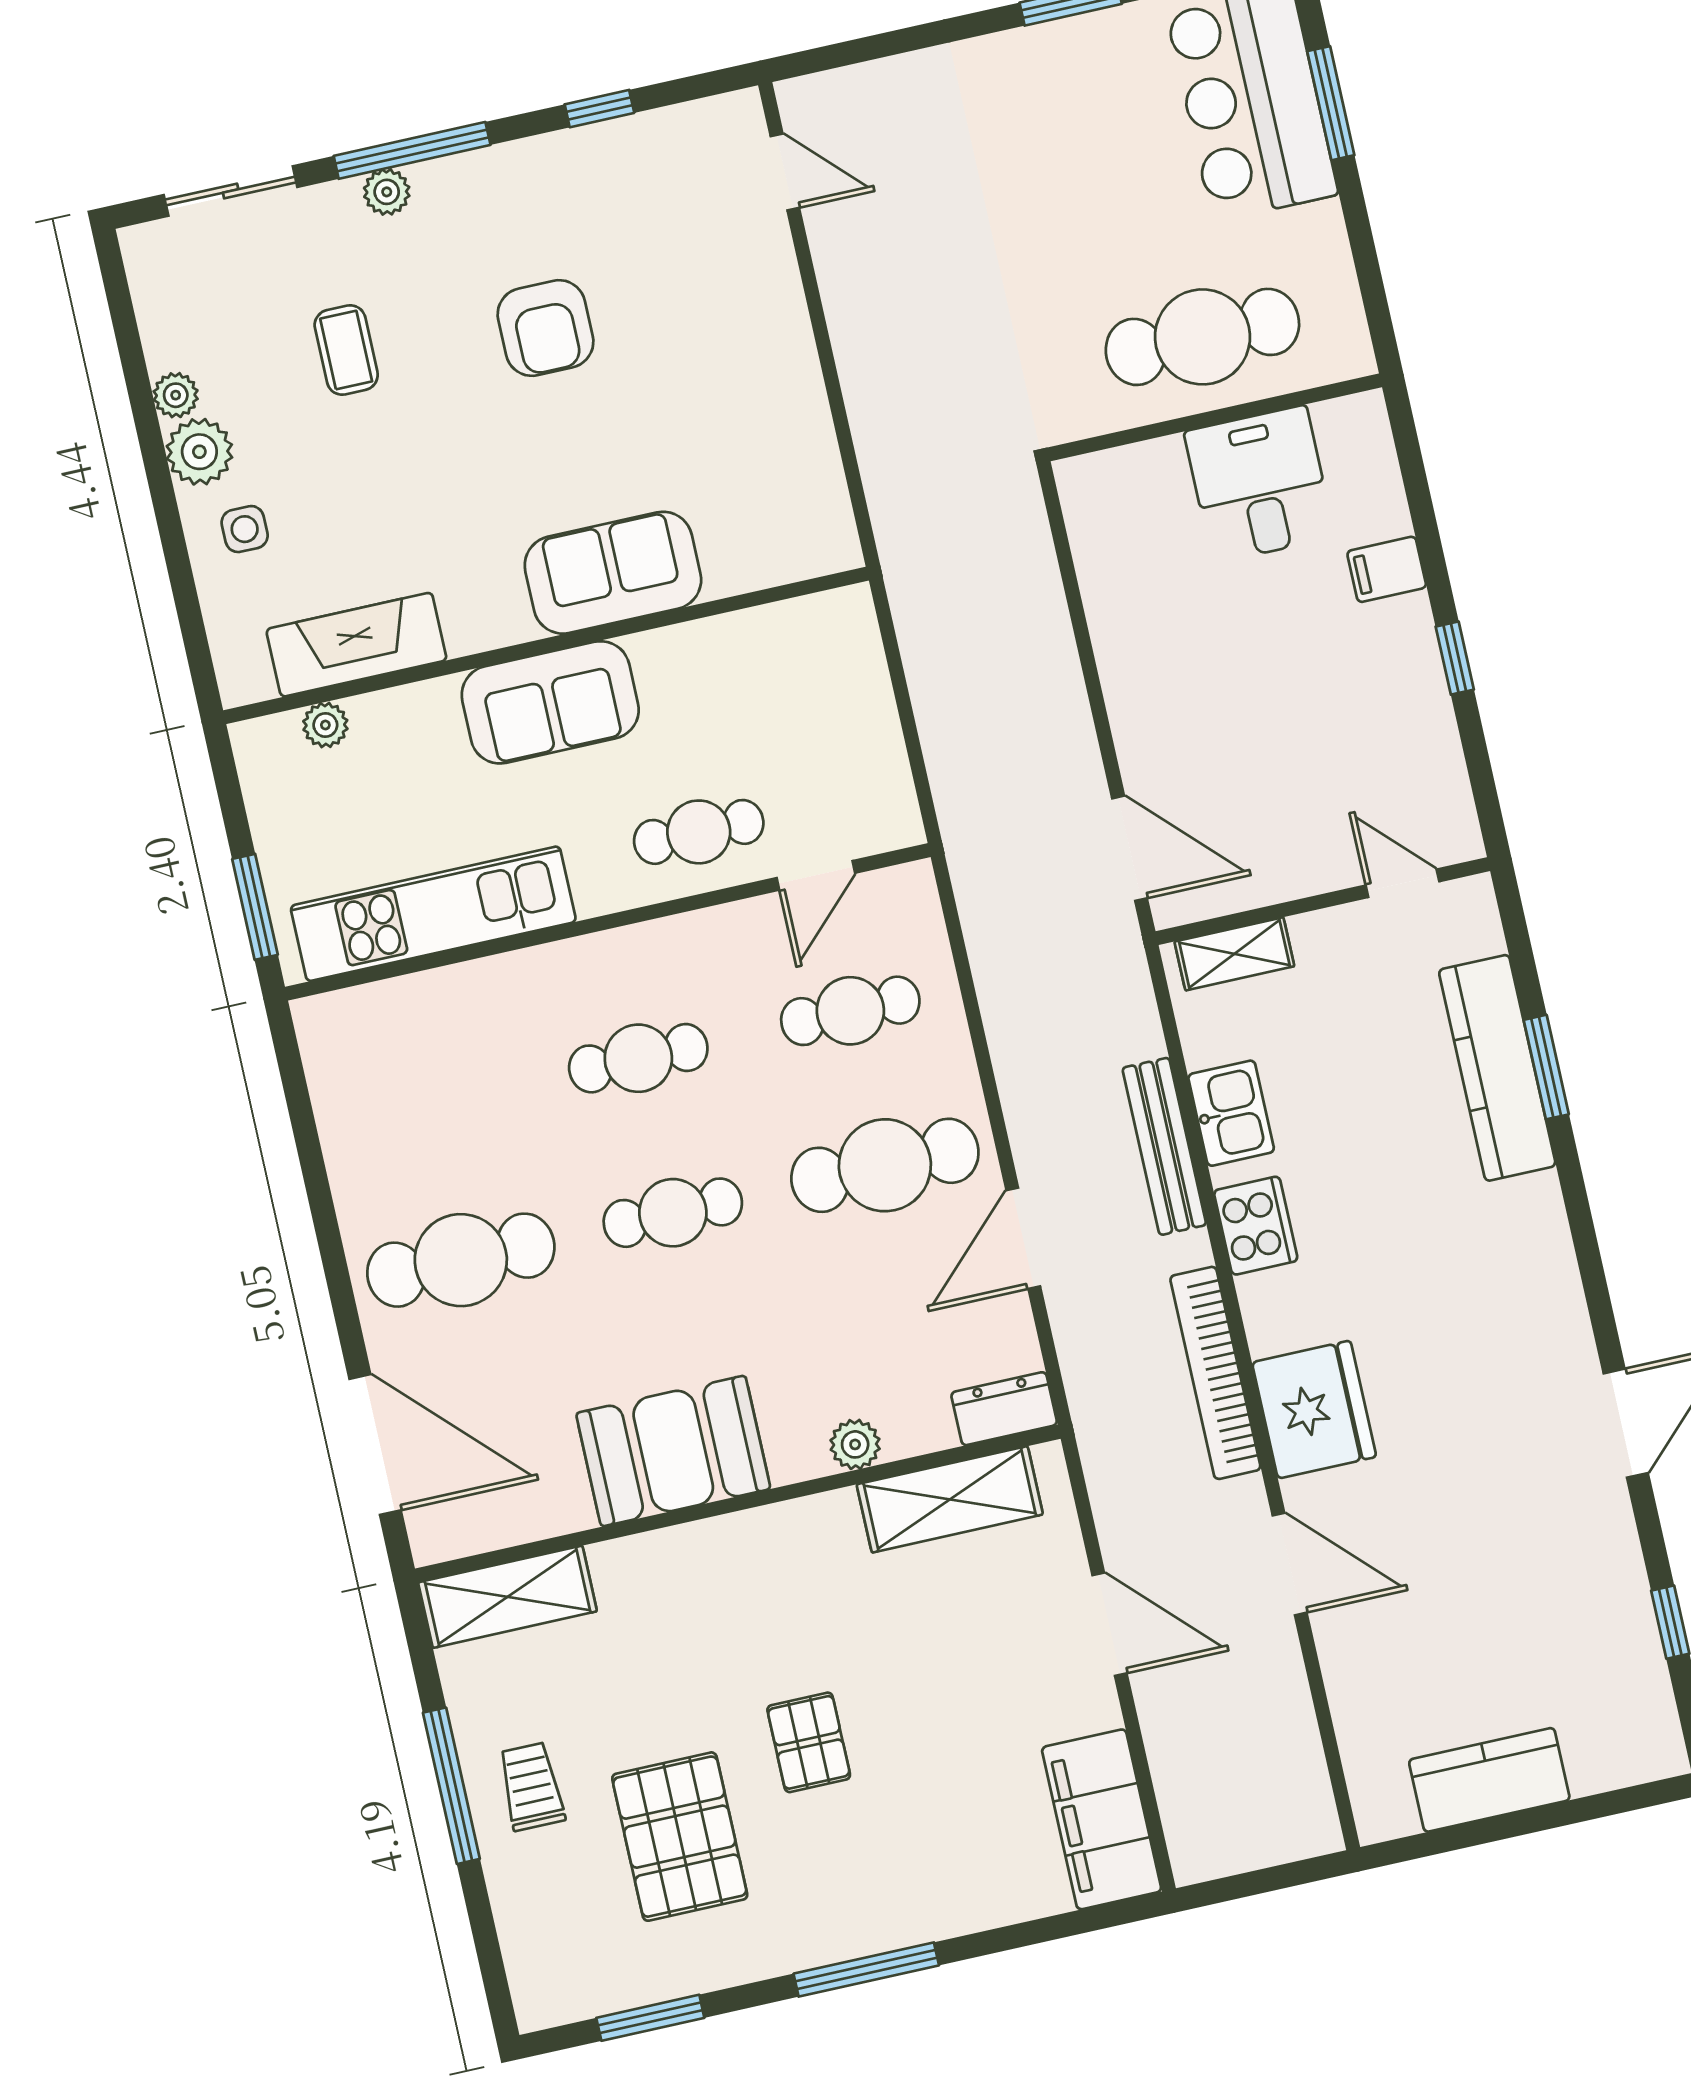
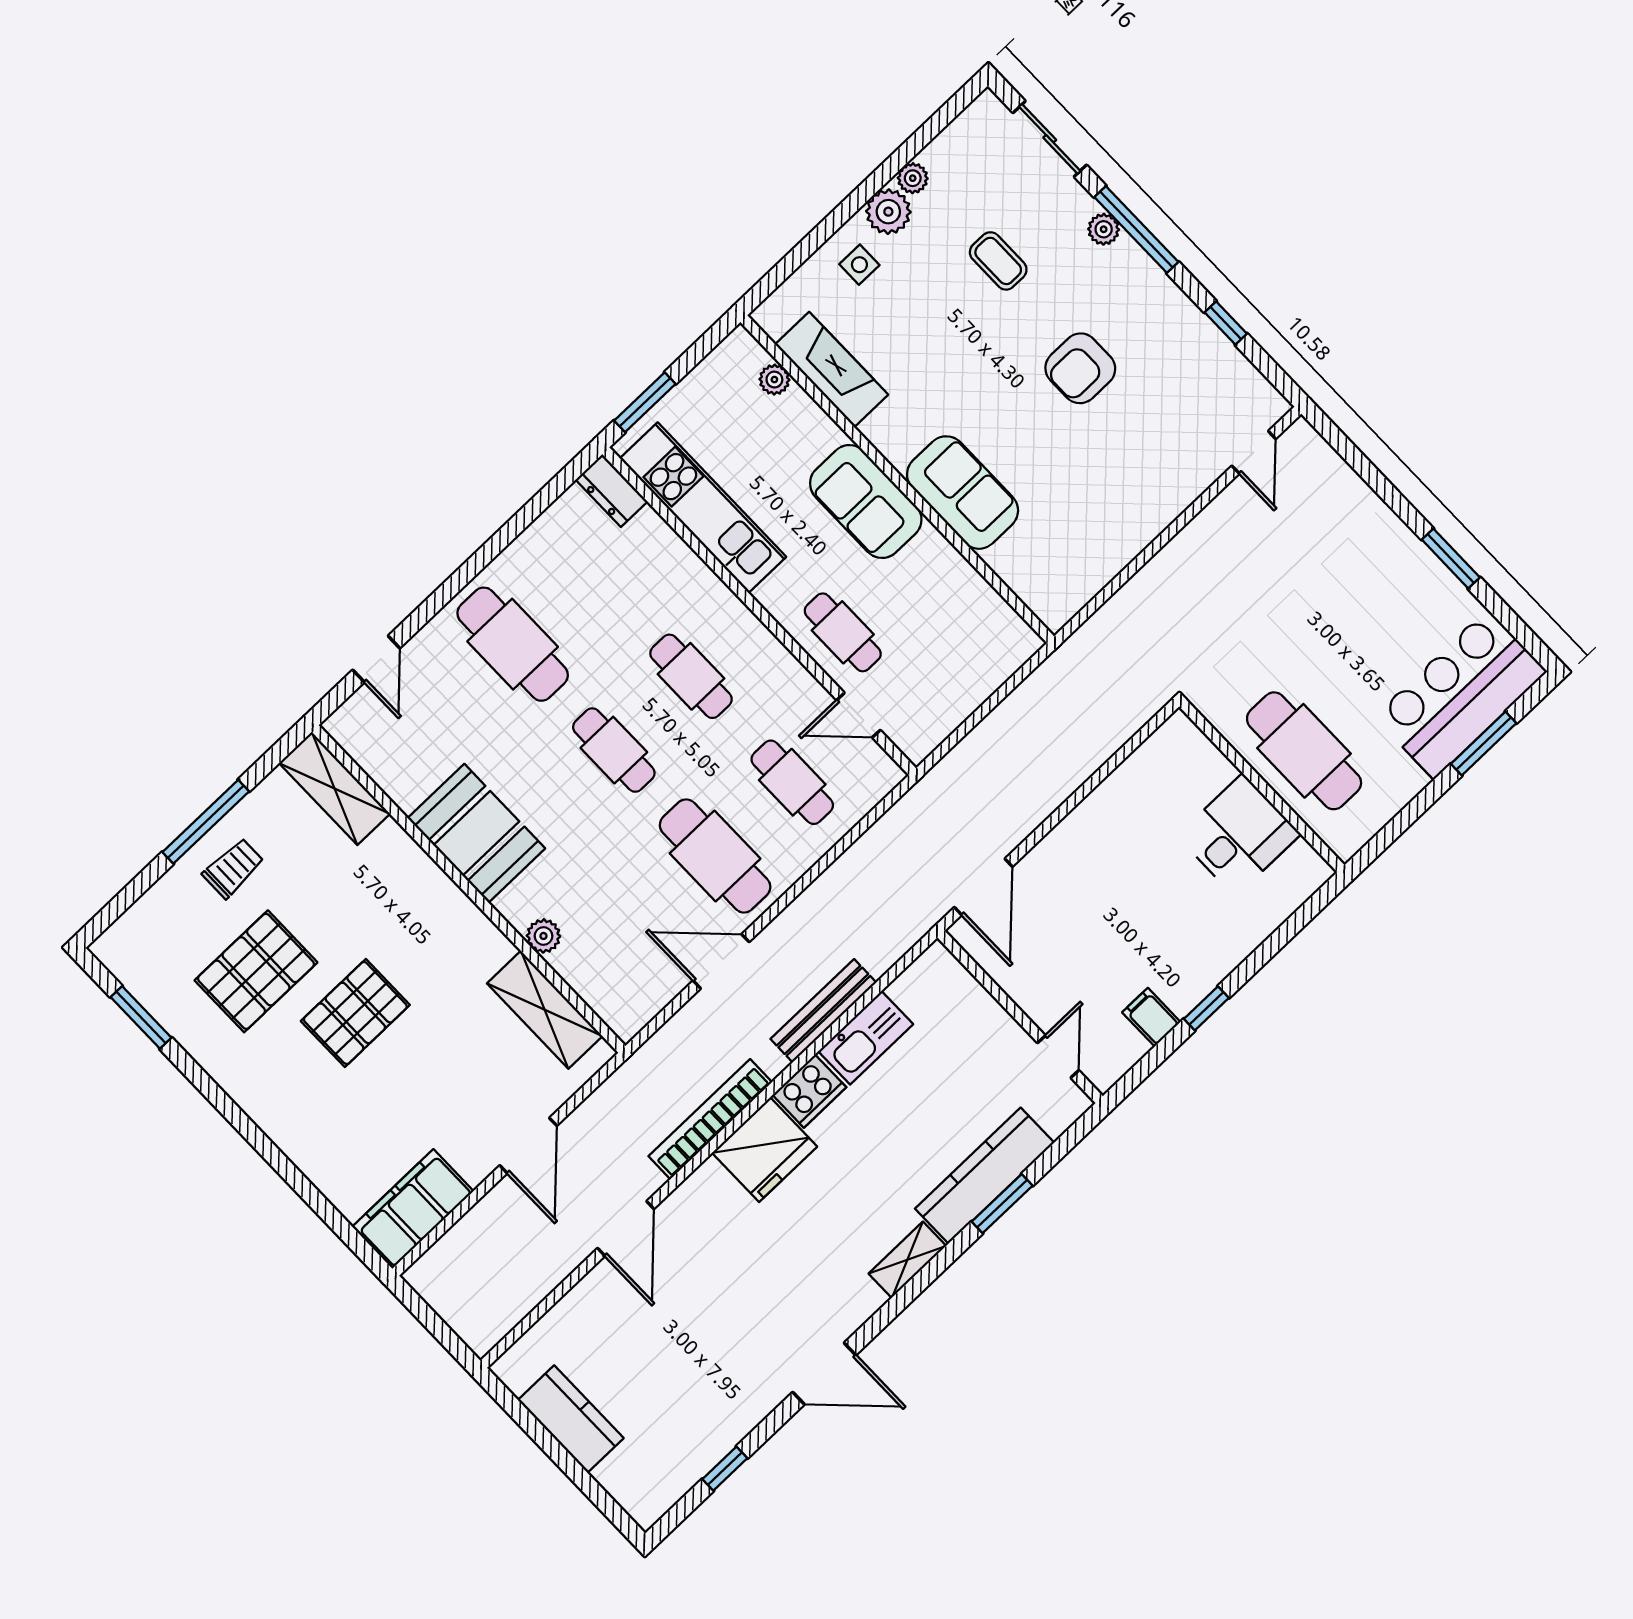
coffee table: (346, 350) -> (998, 261), turned 90
filing cabinet: (1387, 569) -> (1151, 1017), moved
shelving: (1234, 954) -> (907, 1260), moved, turned 90
kitchen sink: (1231, 1113) -> (866, 1038), width x1.38
dresser: (1004, 1409) -> (612, 491), moved, turned 180
fridge: (1314, 1410) -> (765, 1150), moved
door: (375, 1445) -> (376, 659), width x0.53
pallet: (809, 1742) -> (355, 1013), width x1.50, depth x1.42
window: (866, 1970) -> (244, 1125), removed

